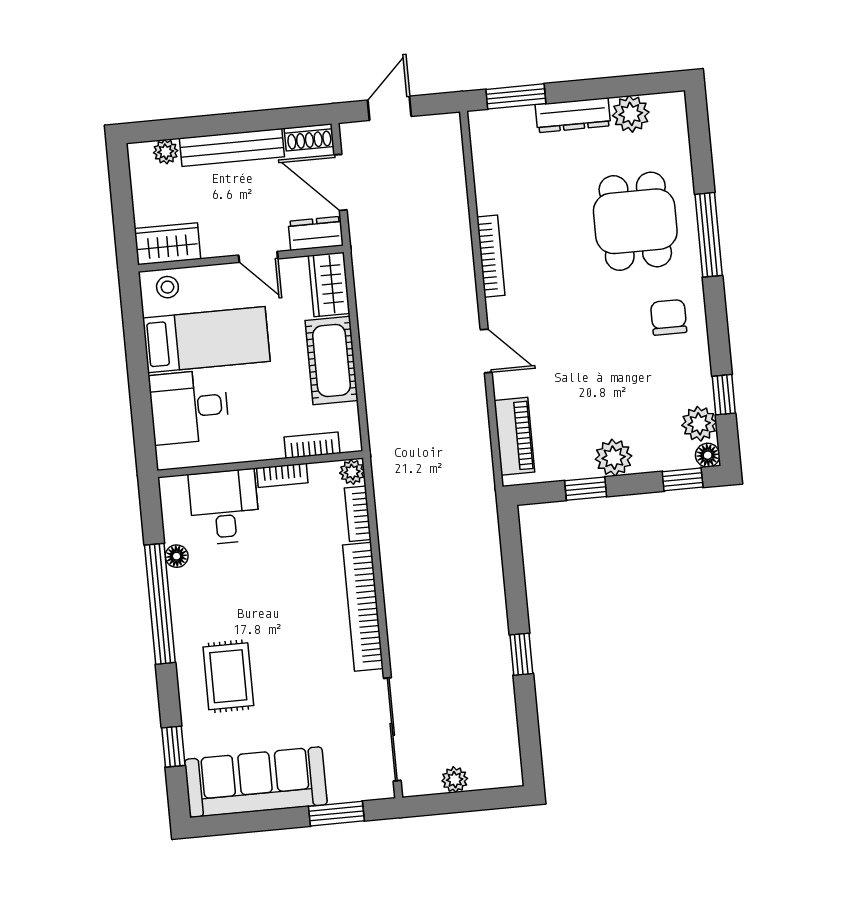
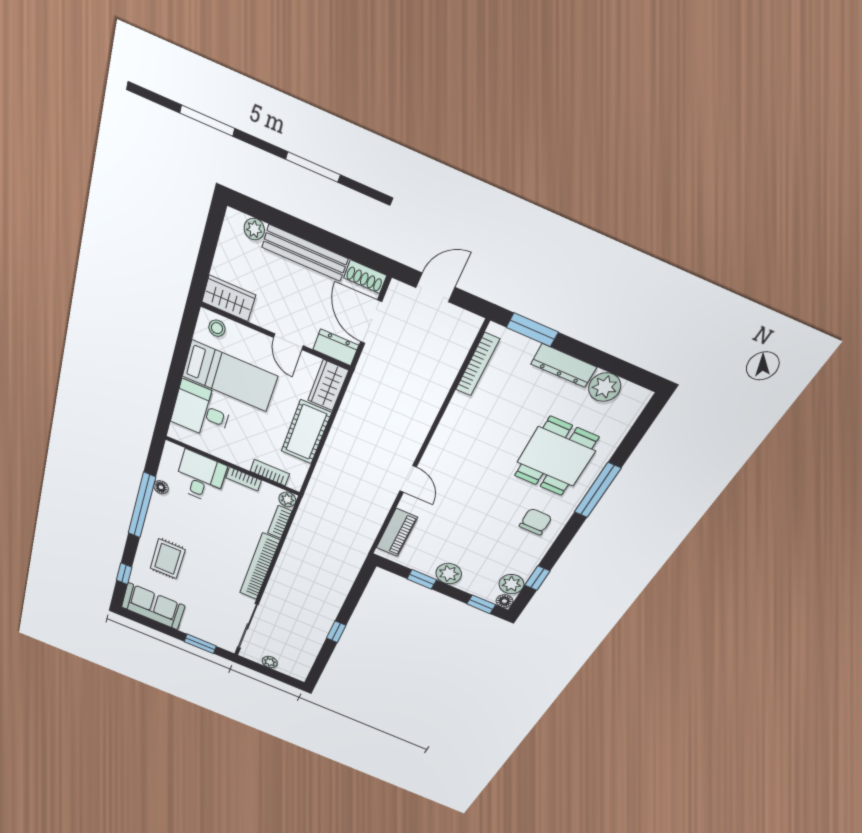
bookcase: (491, 256) -> (477, 365), moved
sofa: (256, 782) -> (153, 606), width x0.73

